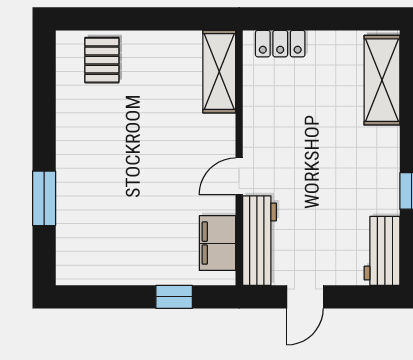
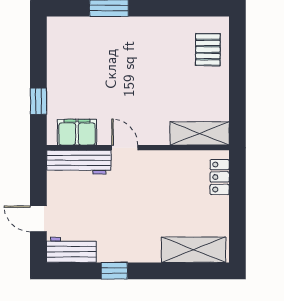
pallet: (102, 60) -> (208, 50), turned 90
door: (305, 297) -> (38, 219), moved

